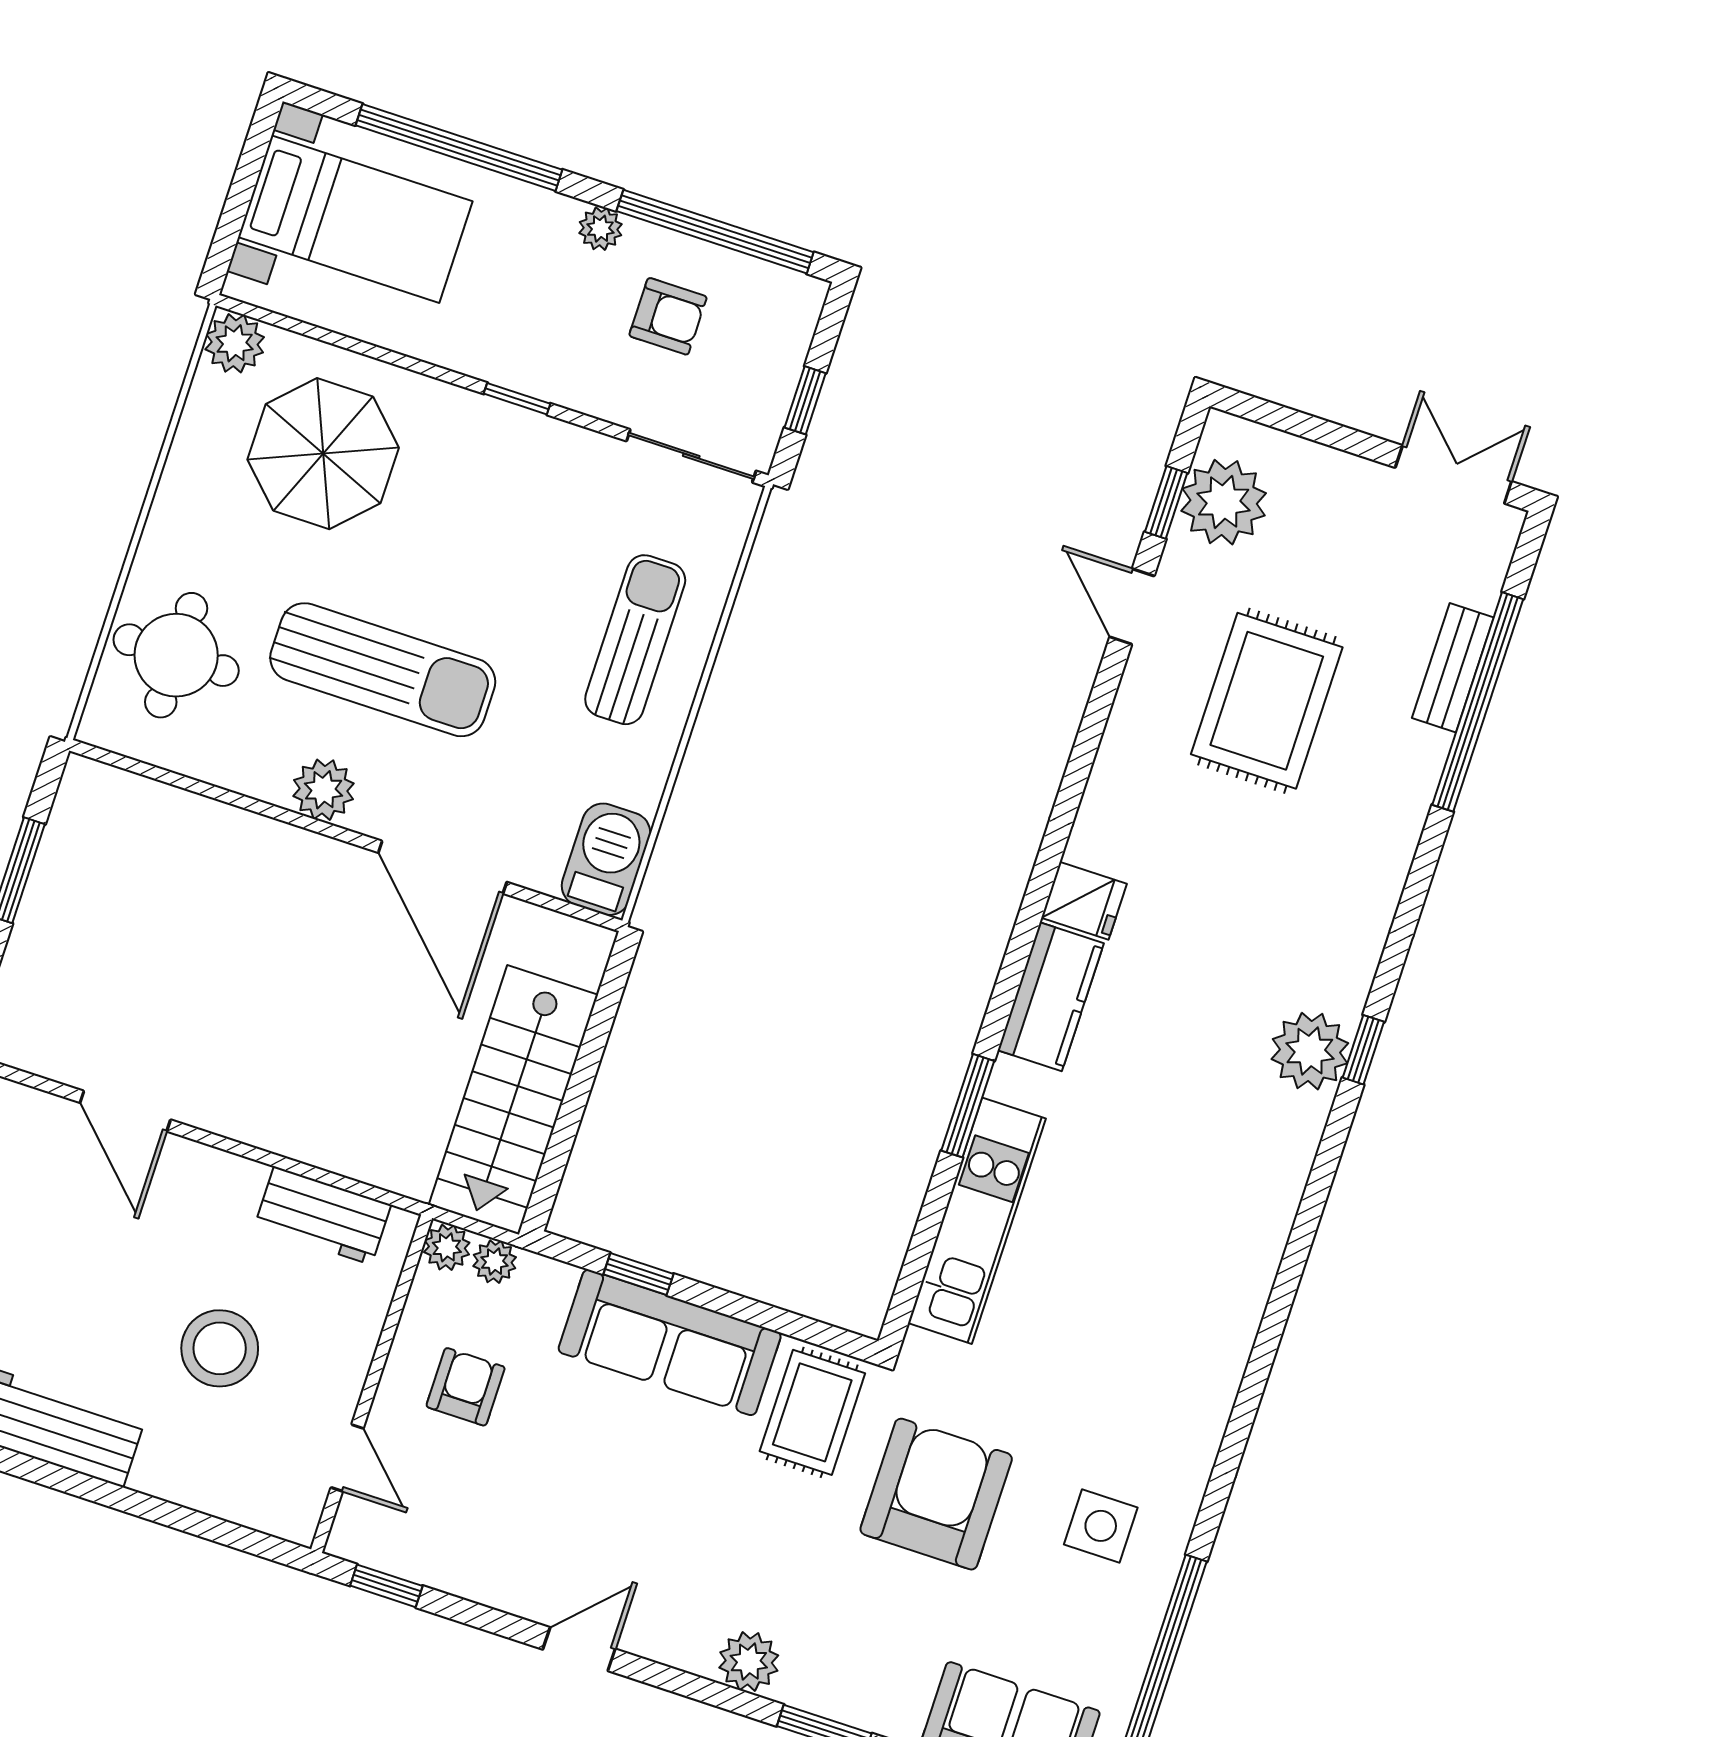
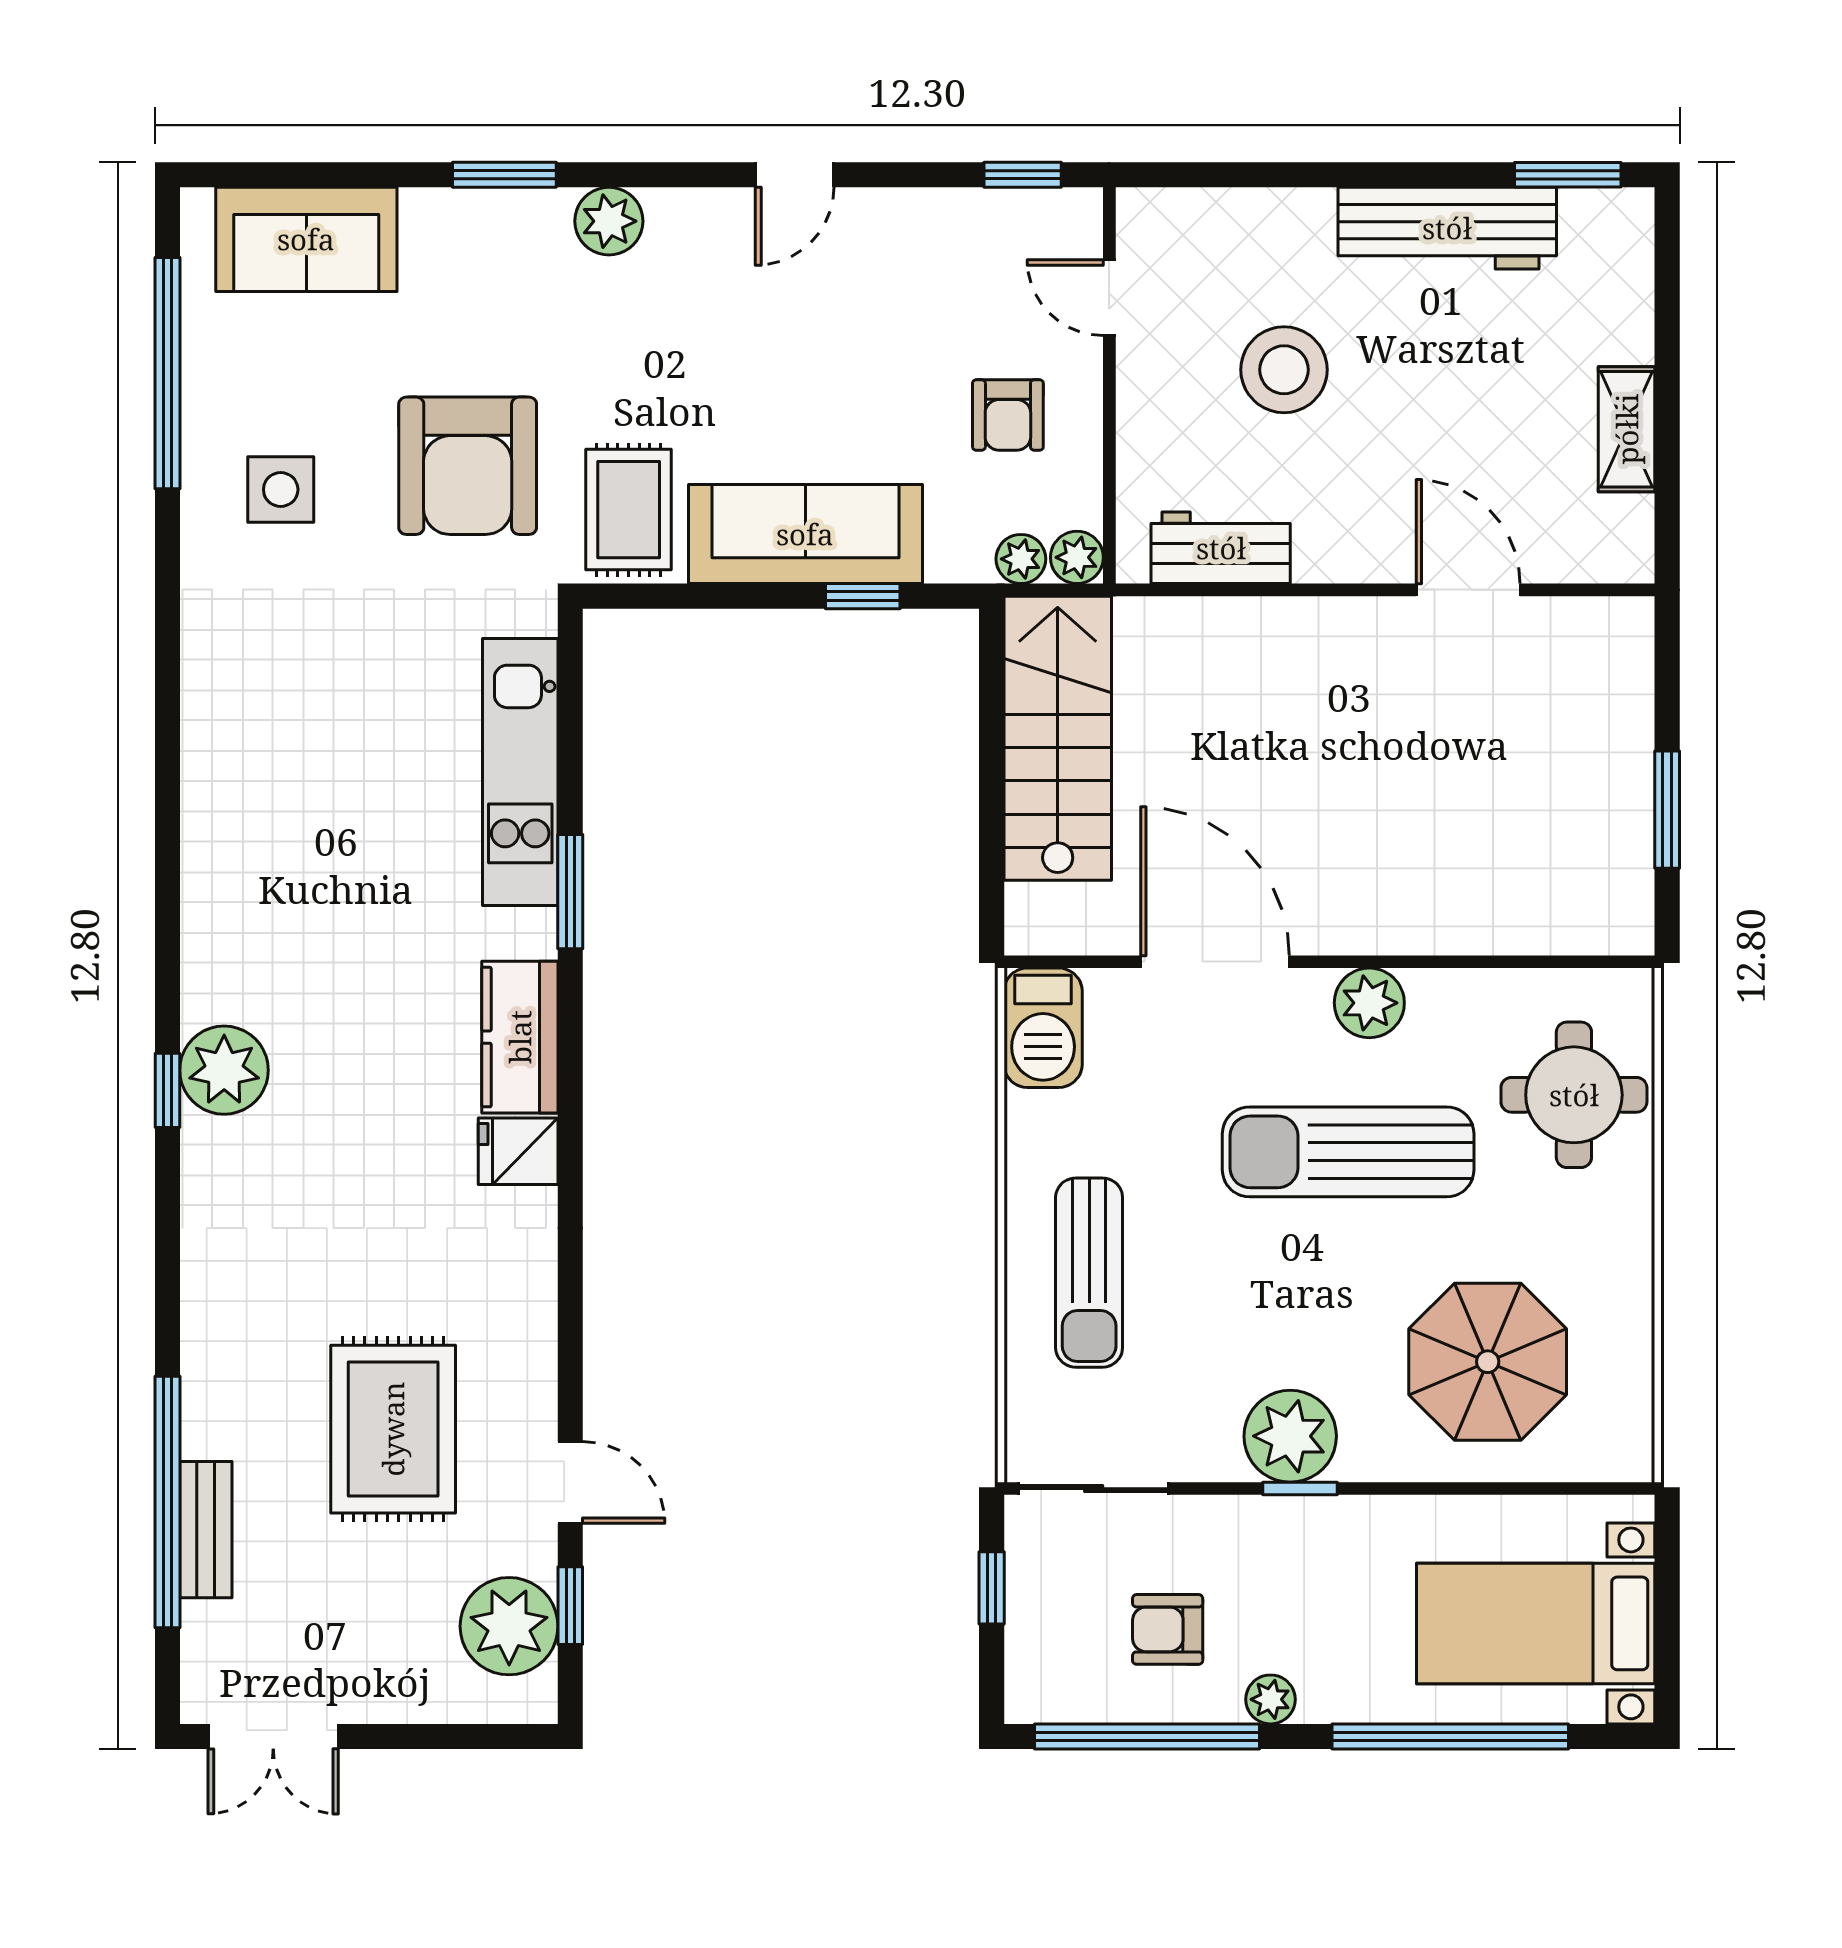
plant: (235, 343) -> (1290, 1436), moved, width x1.36, depth x1.36

